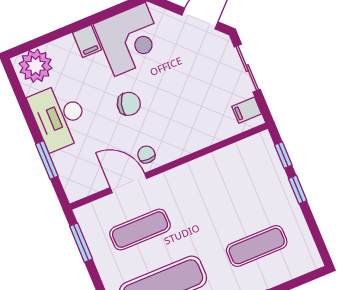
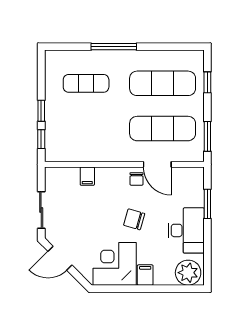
filing cabinet: (247, 110) -> (87, 176), moved, turned 90
exercise mat: (140, 230) -> (163, 129), width x1.36, depth x1.45

